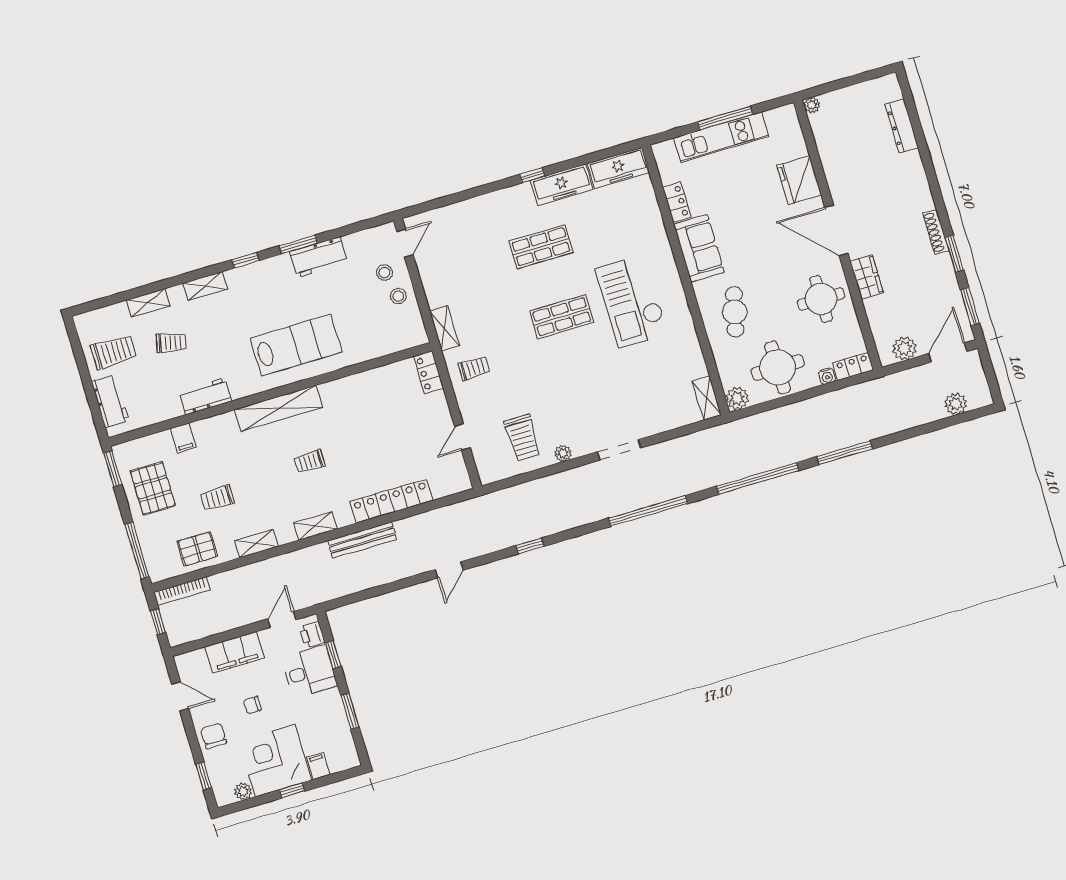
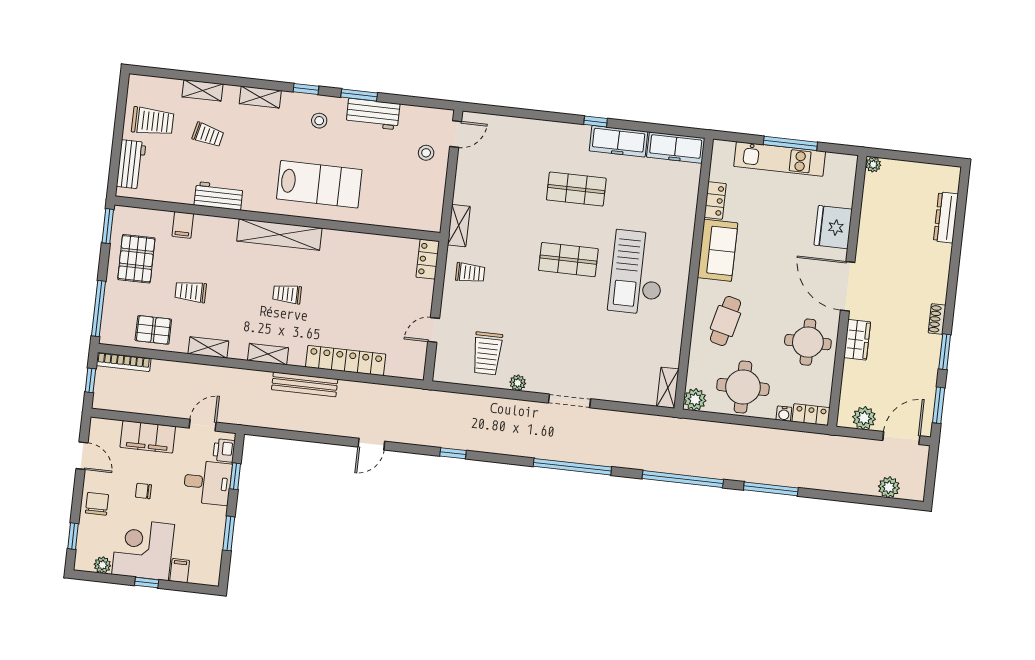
shoe rack: (936, 232) -> (937, 319), width x0.70
stool: (398, 296) -> (319, 121), moved

